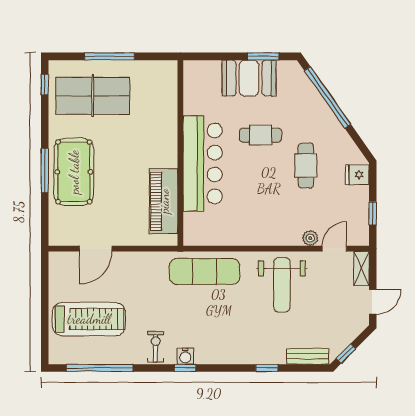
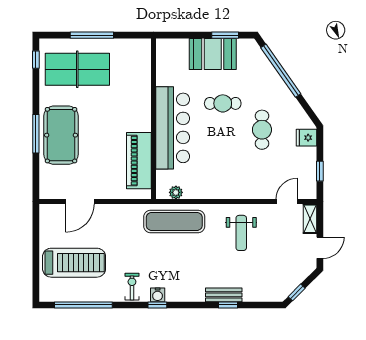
plant: (310, 238) -> (176, 192), moved
weight bench: (282, 285) -> (241, 233), width x0.73, depth x0.75
bench: (308, 356) -> (224, 295), moved

